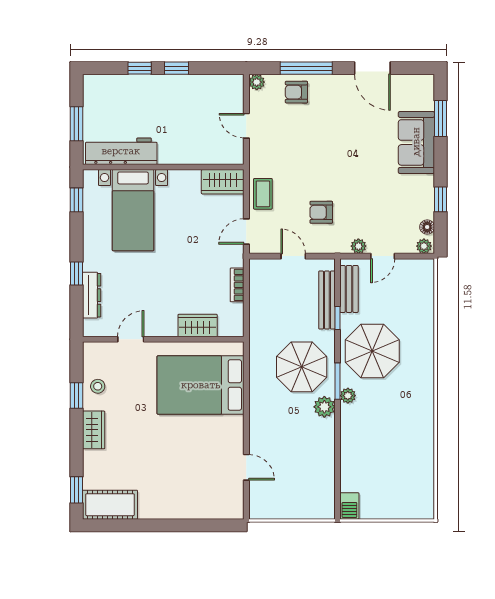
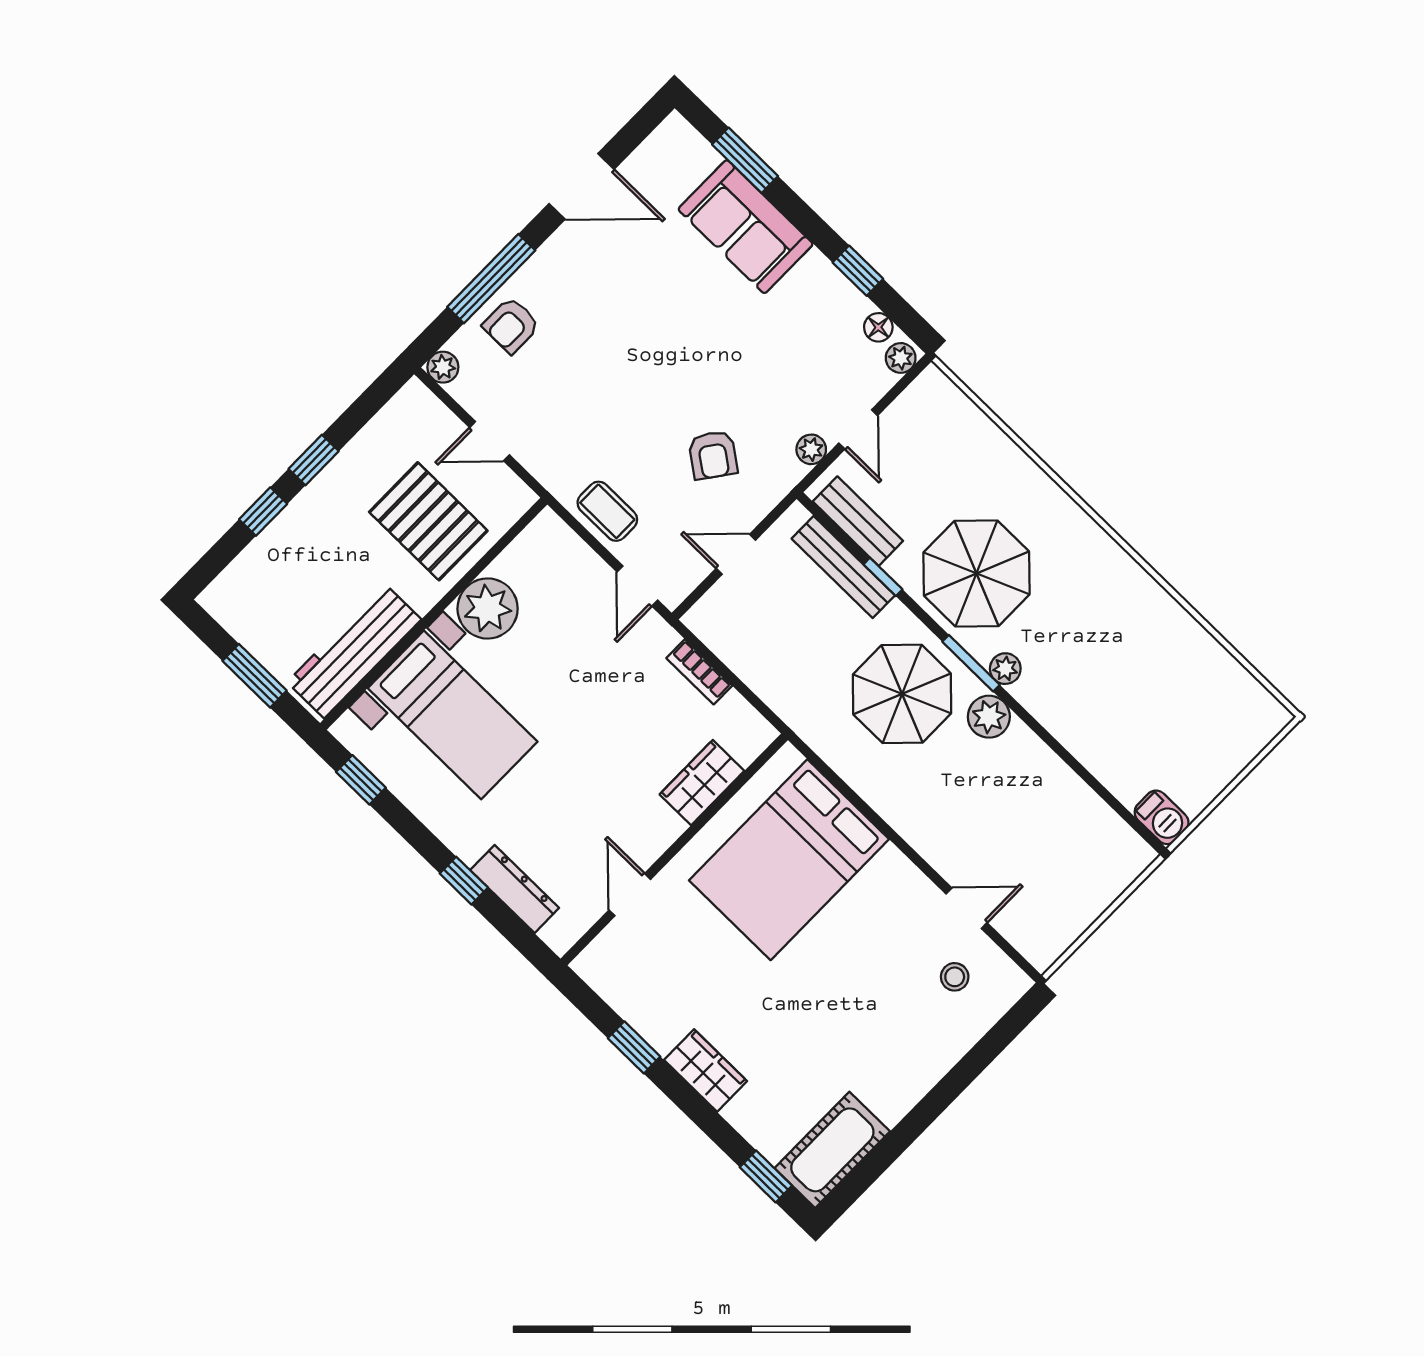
pallet: (195, 132) -> (428, 521), added
wardrobe: (223, 182) -> (536, 551), removed
plant: (184, 185) -> (488, 608), added
armchair: (321, 212) -> (713, 455), turned -54
stool: (98, 386) -> (955, 977), moved

